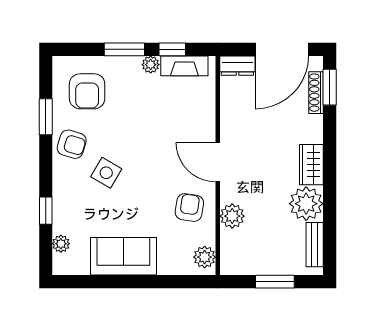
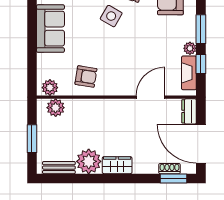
shoe rack: (316, 93) -> (169, 169), width x0.70
door: (218, 162) -> (151, 97), moved
plant: (232, 216) -> (56, 108), moved

